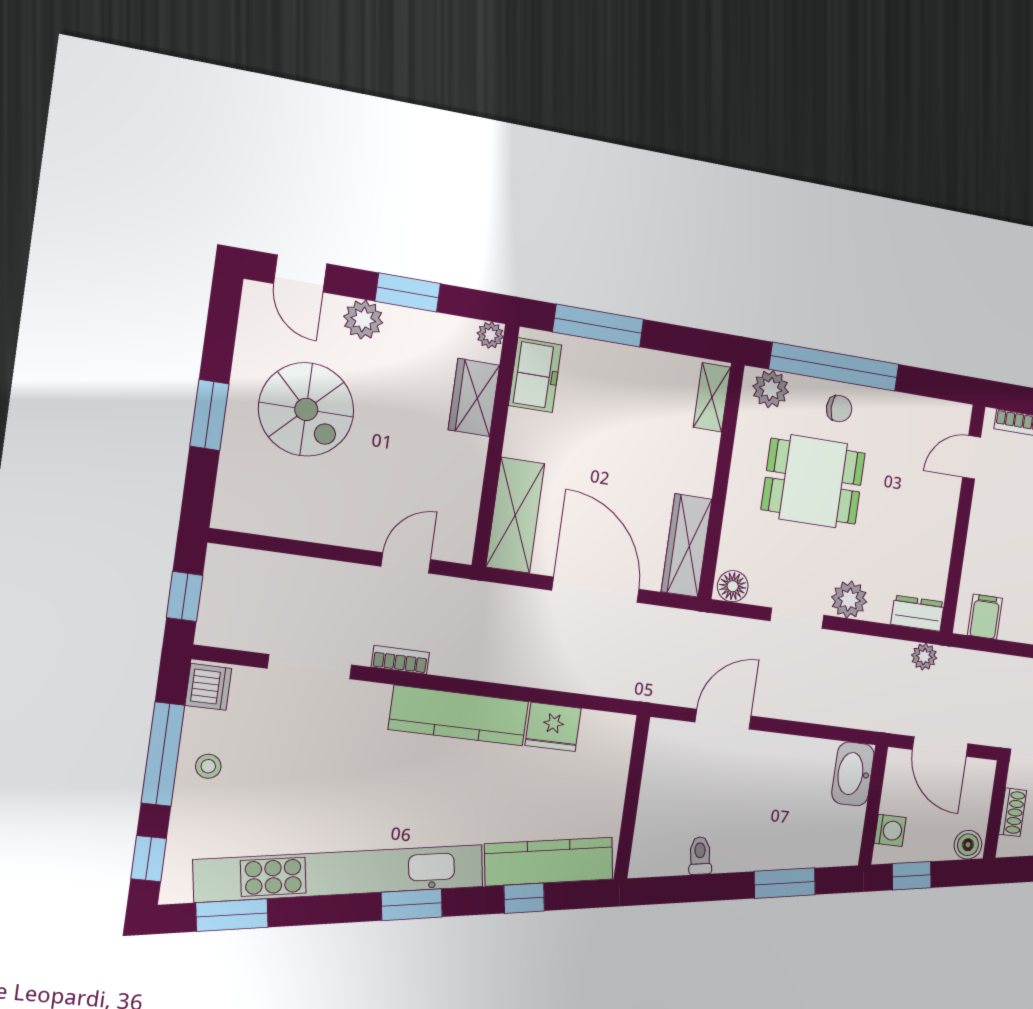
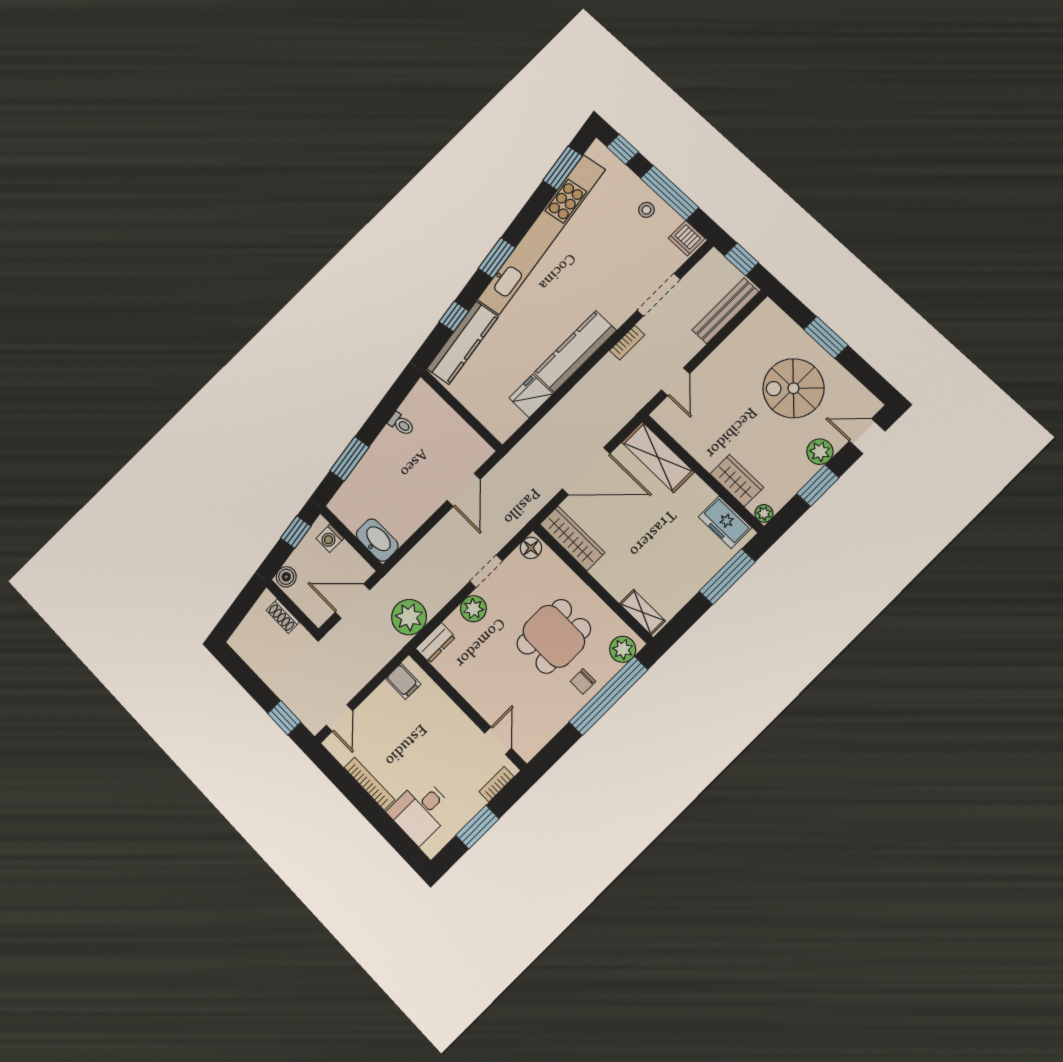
bench: (268, 567) -> (725, 311), added
plant: (924, 657) -> (409, 617), width x1.88, depth x1.88

